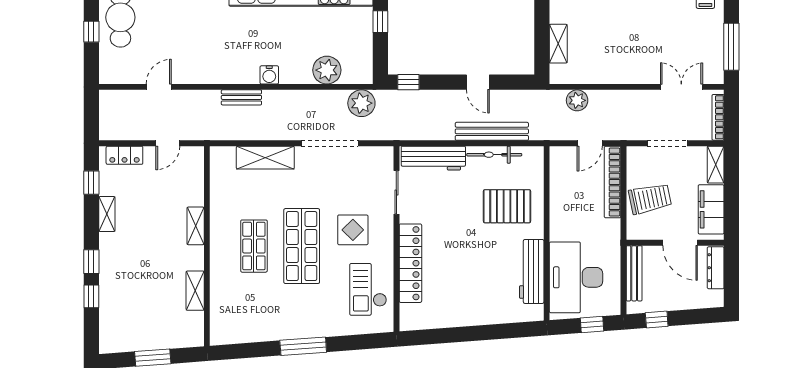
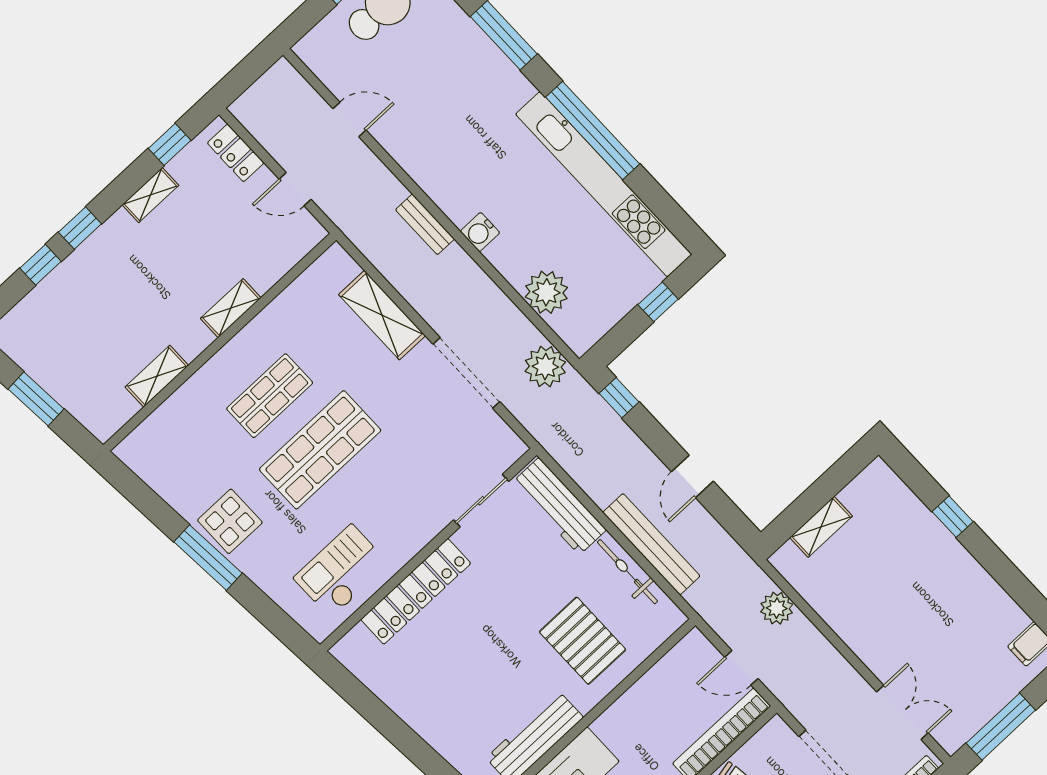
display table: (353, 230) -> (230, 521), moved

